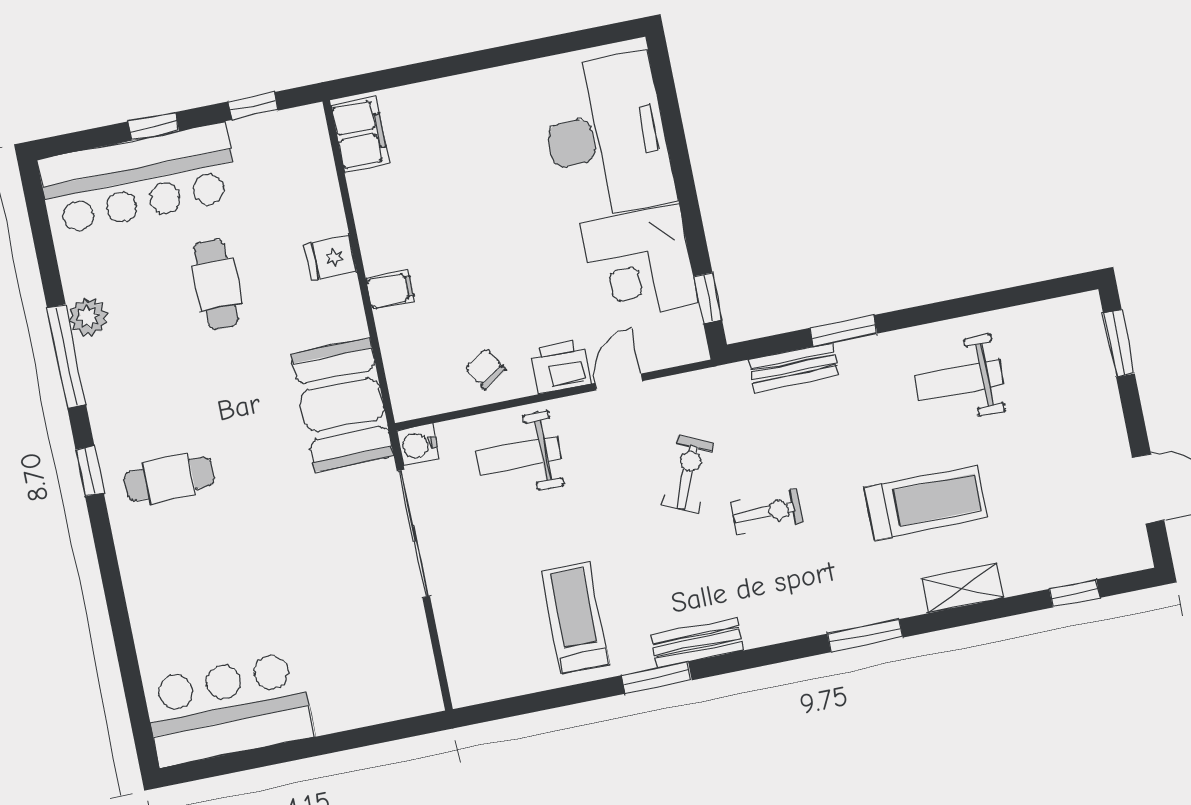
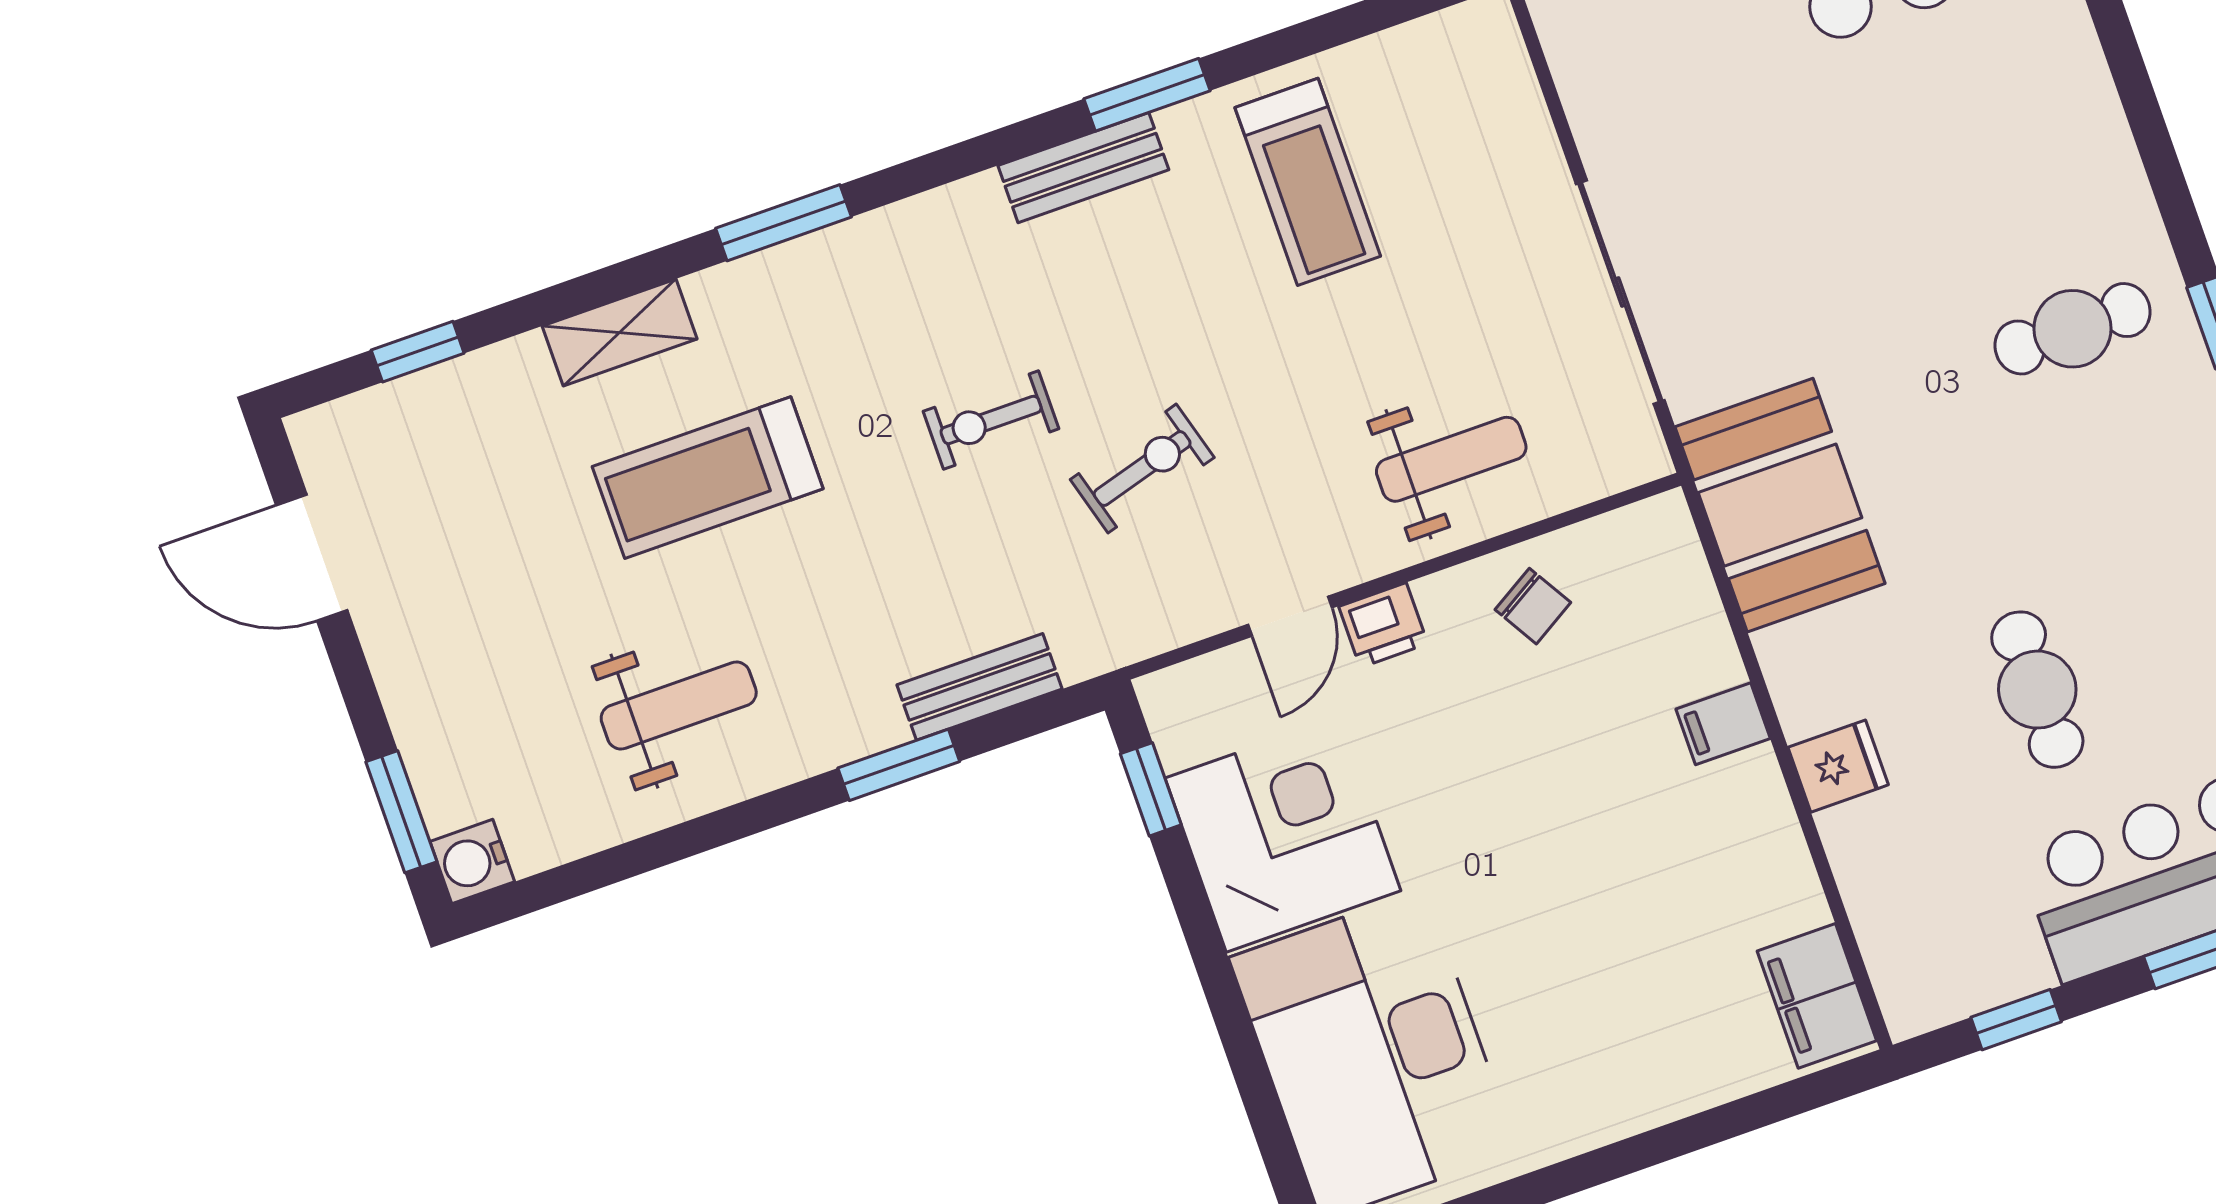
printer: (560, 367) -> (1383, 625), width x0.73, depth x0.81
water cooler: (418, 445) -> (472, 862), moved, turned 180
exercise bike: (688, 474) -> (1142, 469), turned -130

